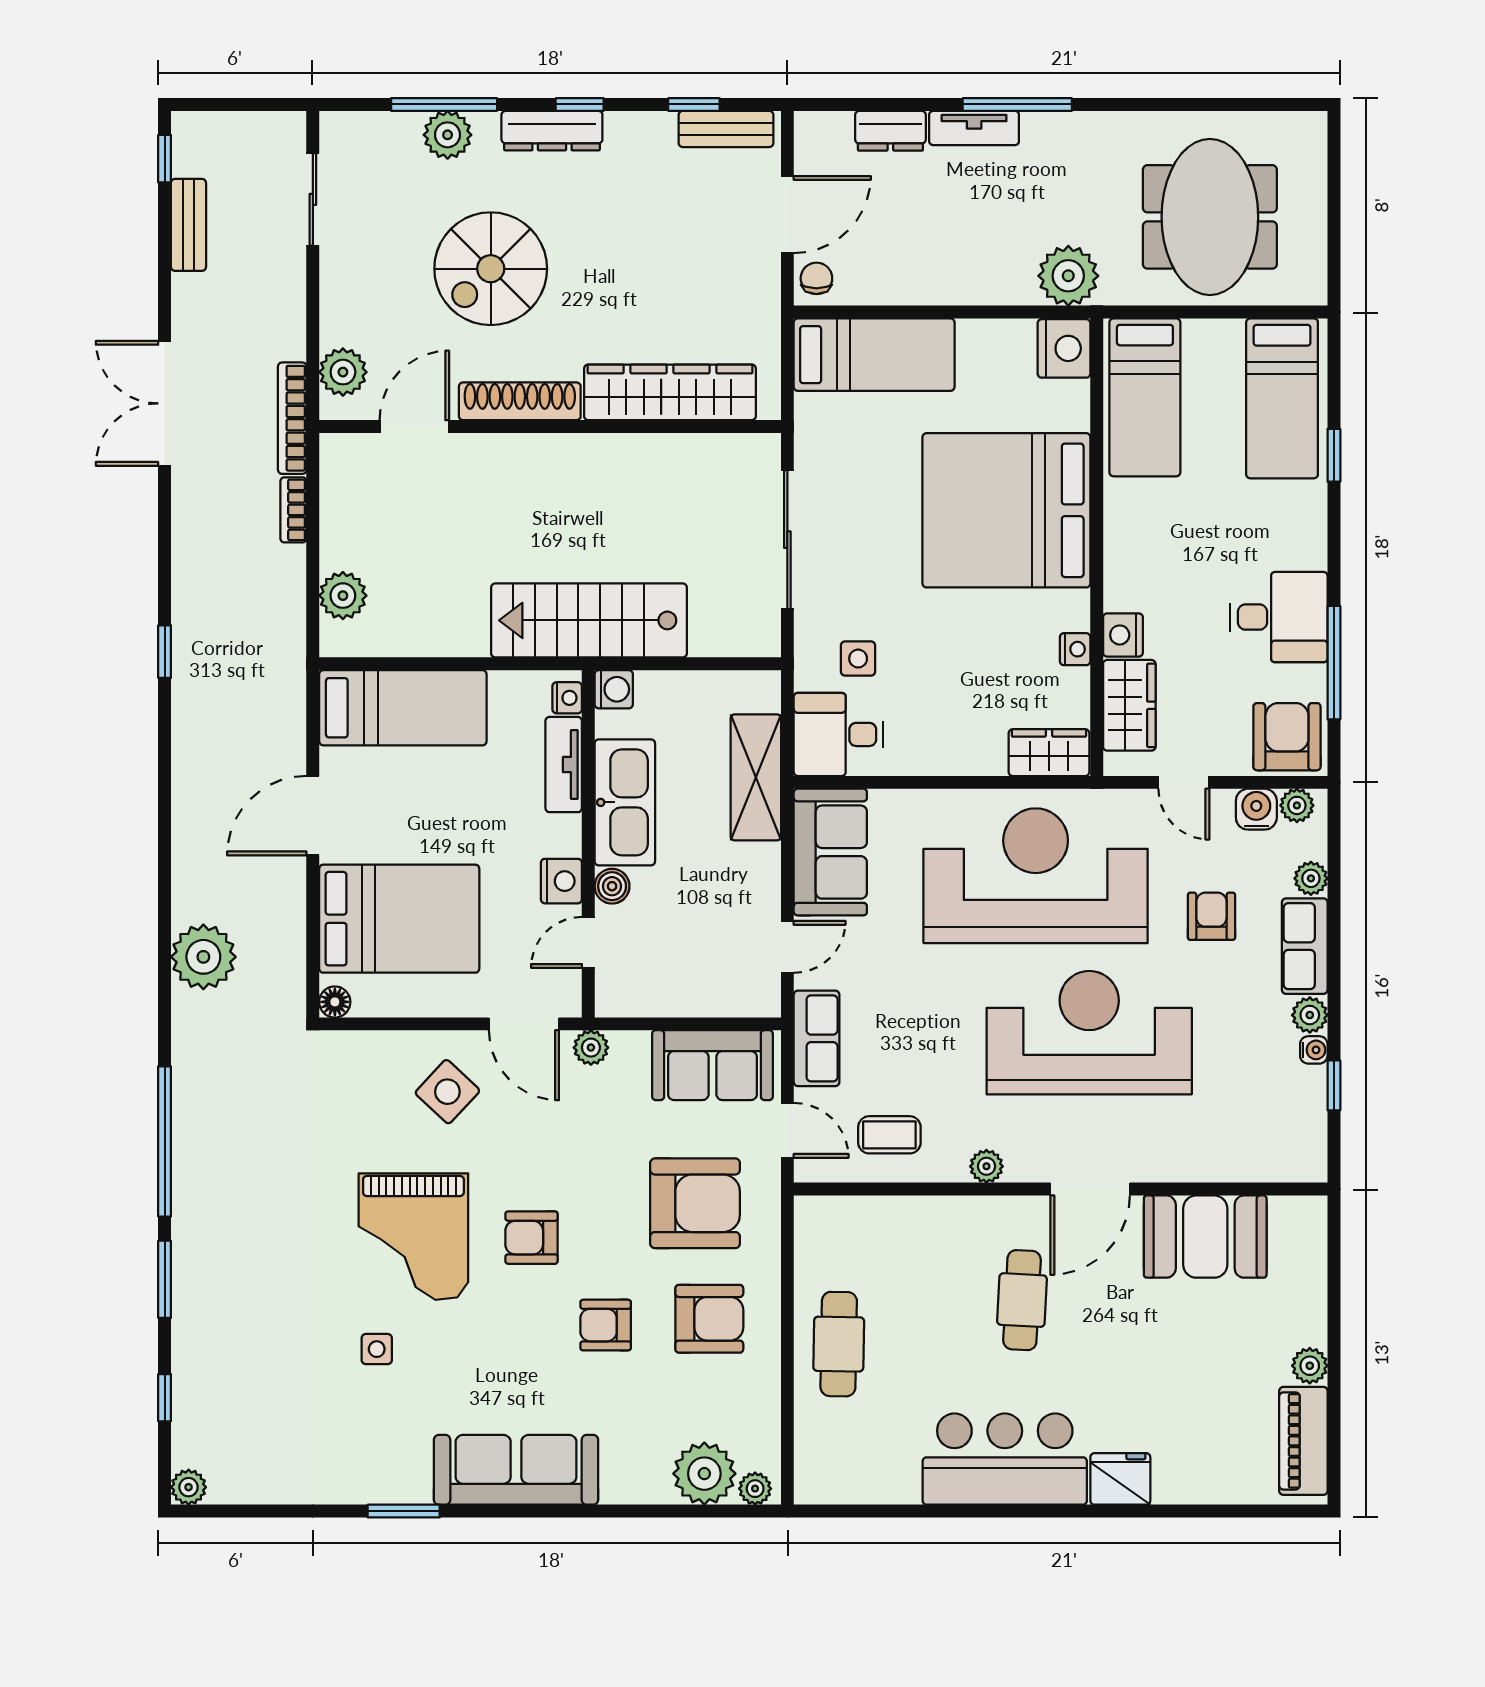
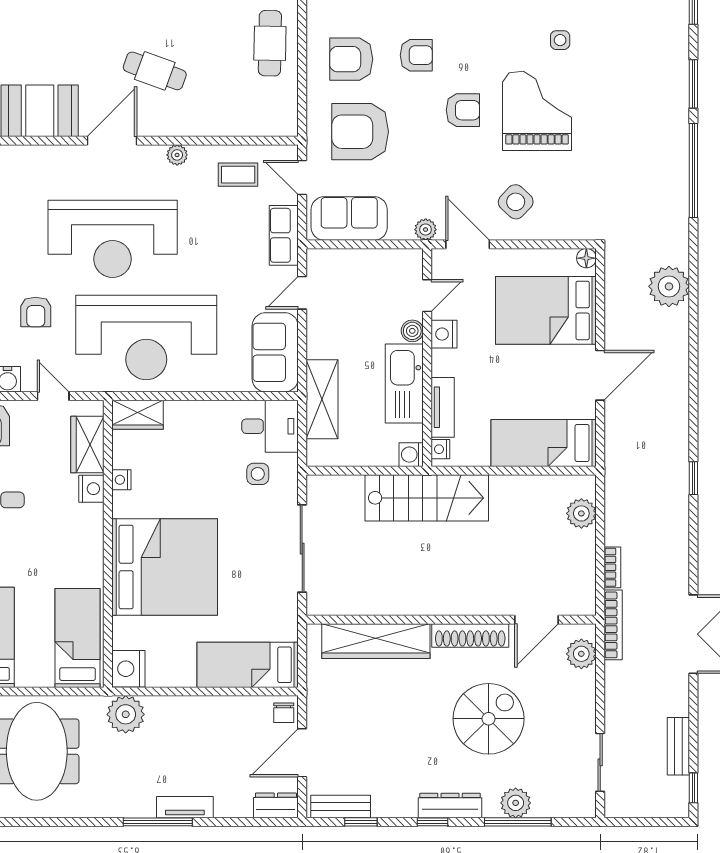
dresser: (890, 131) -> (276, 805), moved
cafe table: (1022, 1300) -> (155, 71), turned -73

